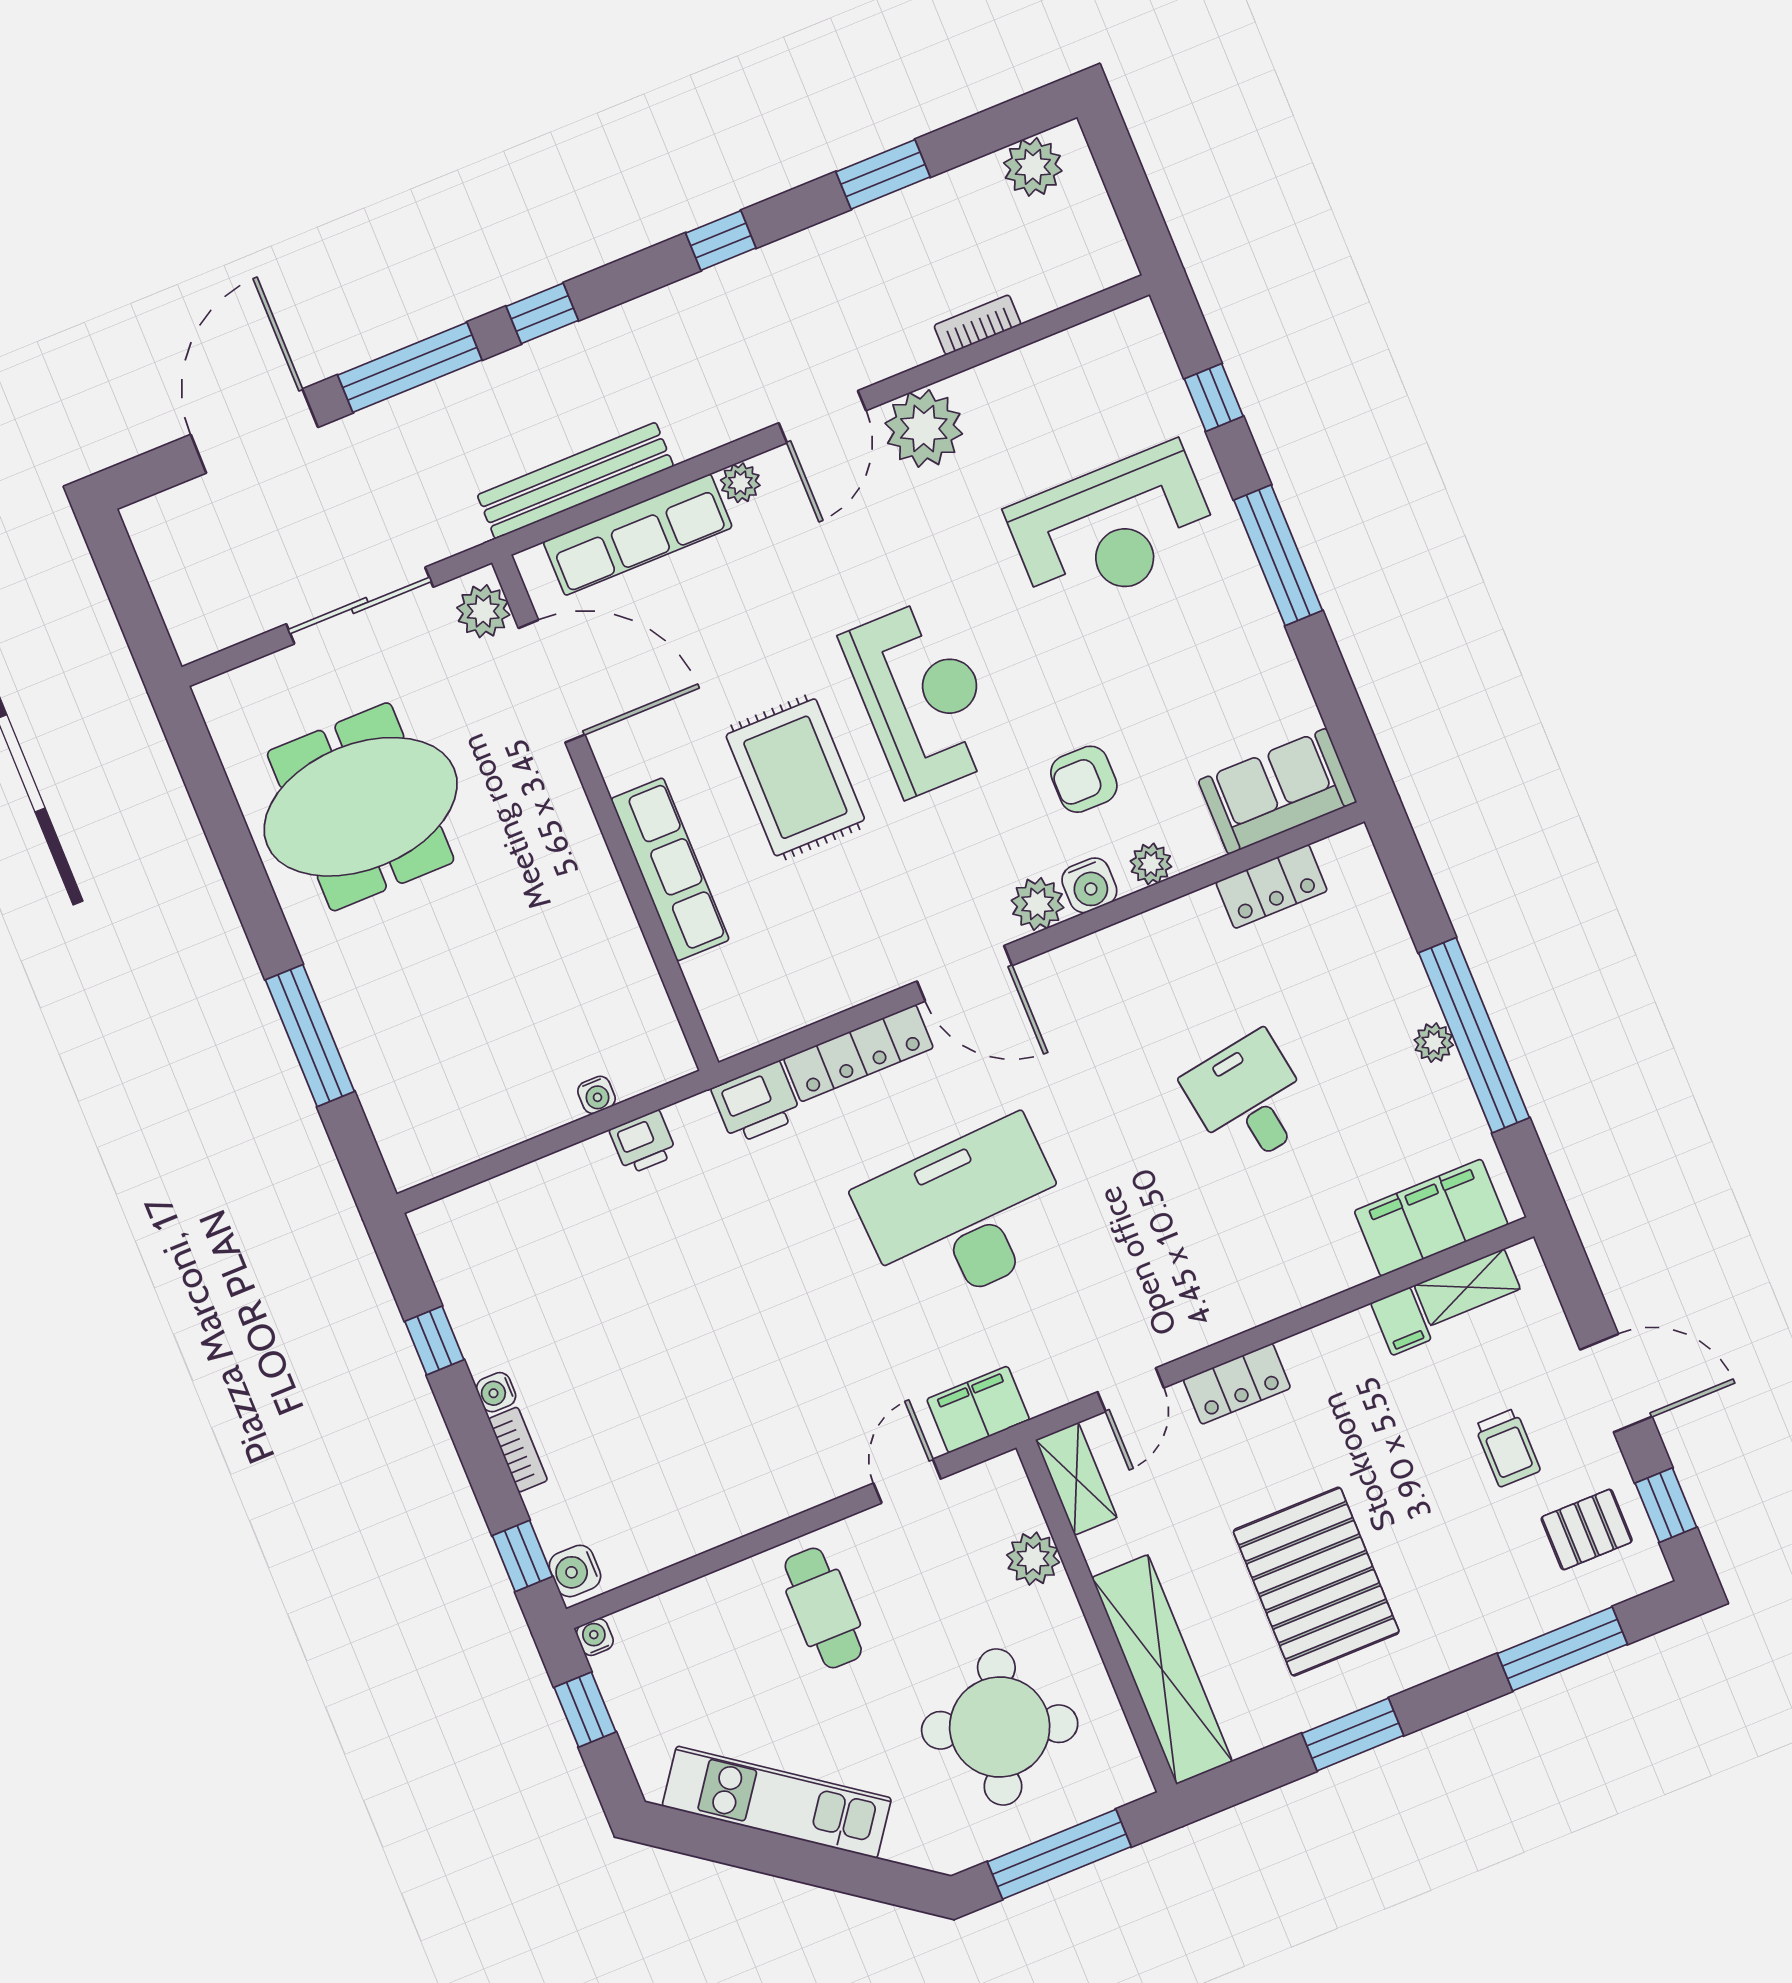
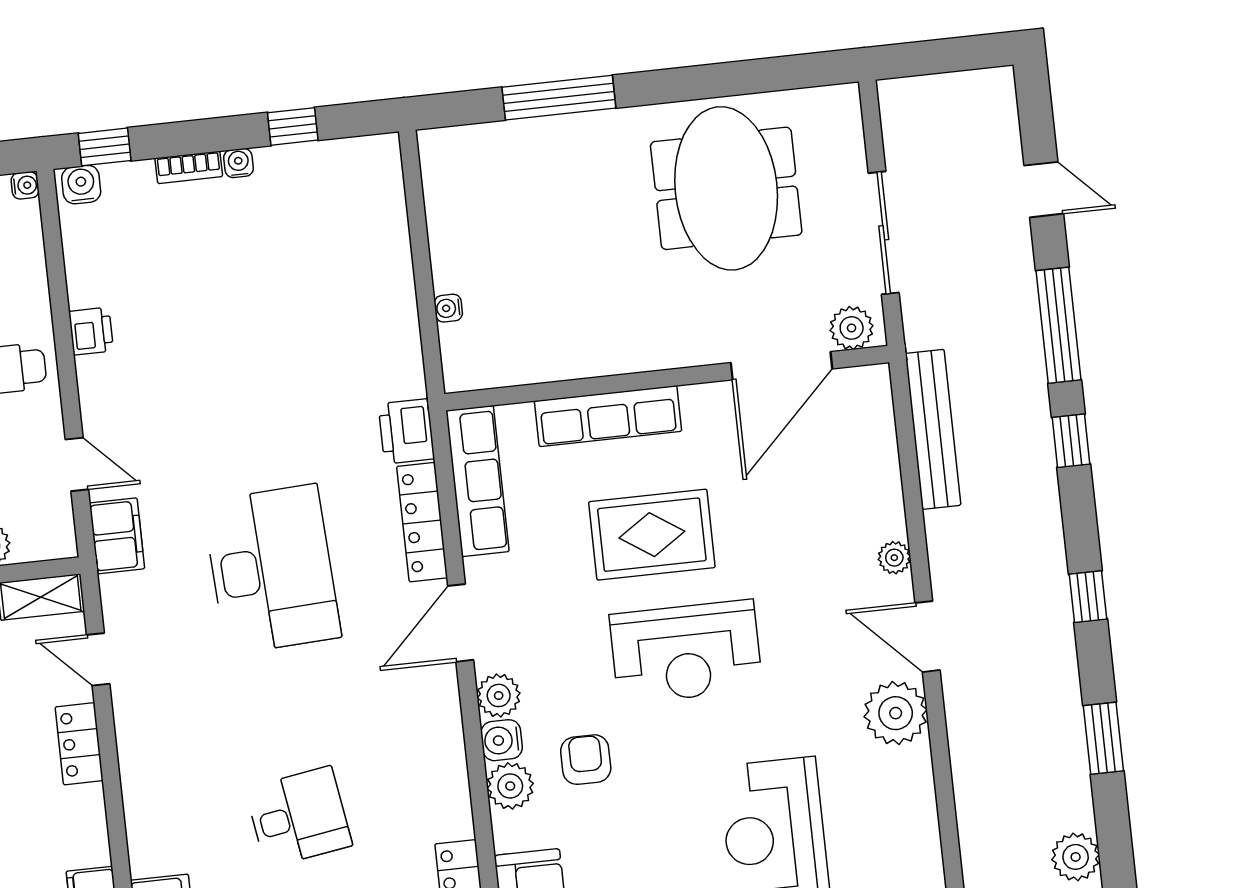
bookcase: (977, 325) -> (965, 778), removed
door: (254, 431) -> (1044, 190), width x0.53
row of seats: (638, 535) -> (477, 481), moved, turned 180
plant: (1151, 864) -> (510, 786), width x1.38, depth x1.38
printer: (643, 1142) -> (91, 331), moved, turned 180

